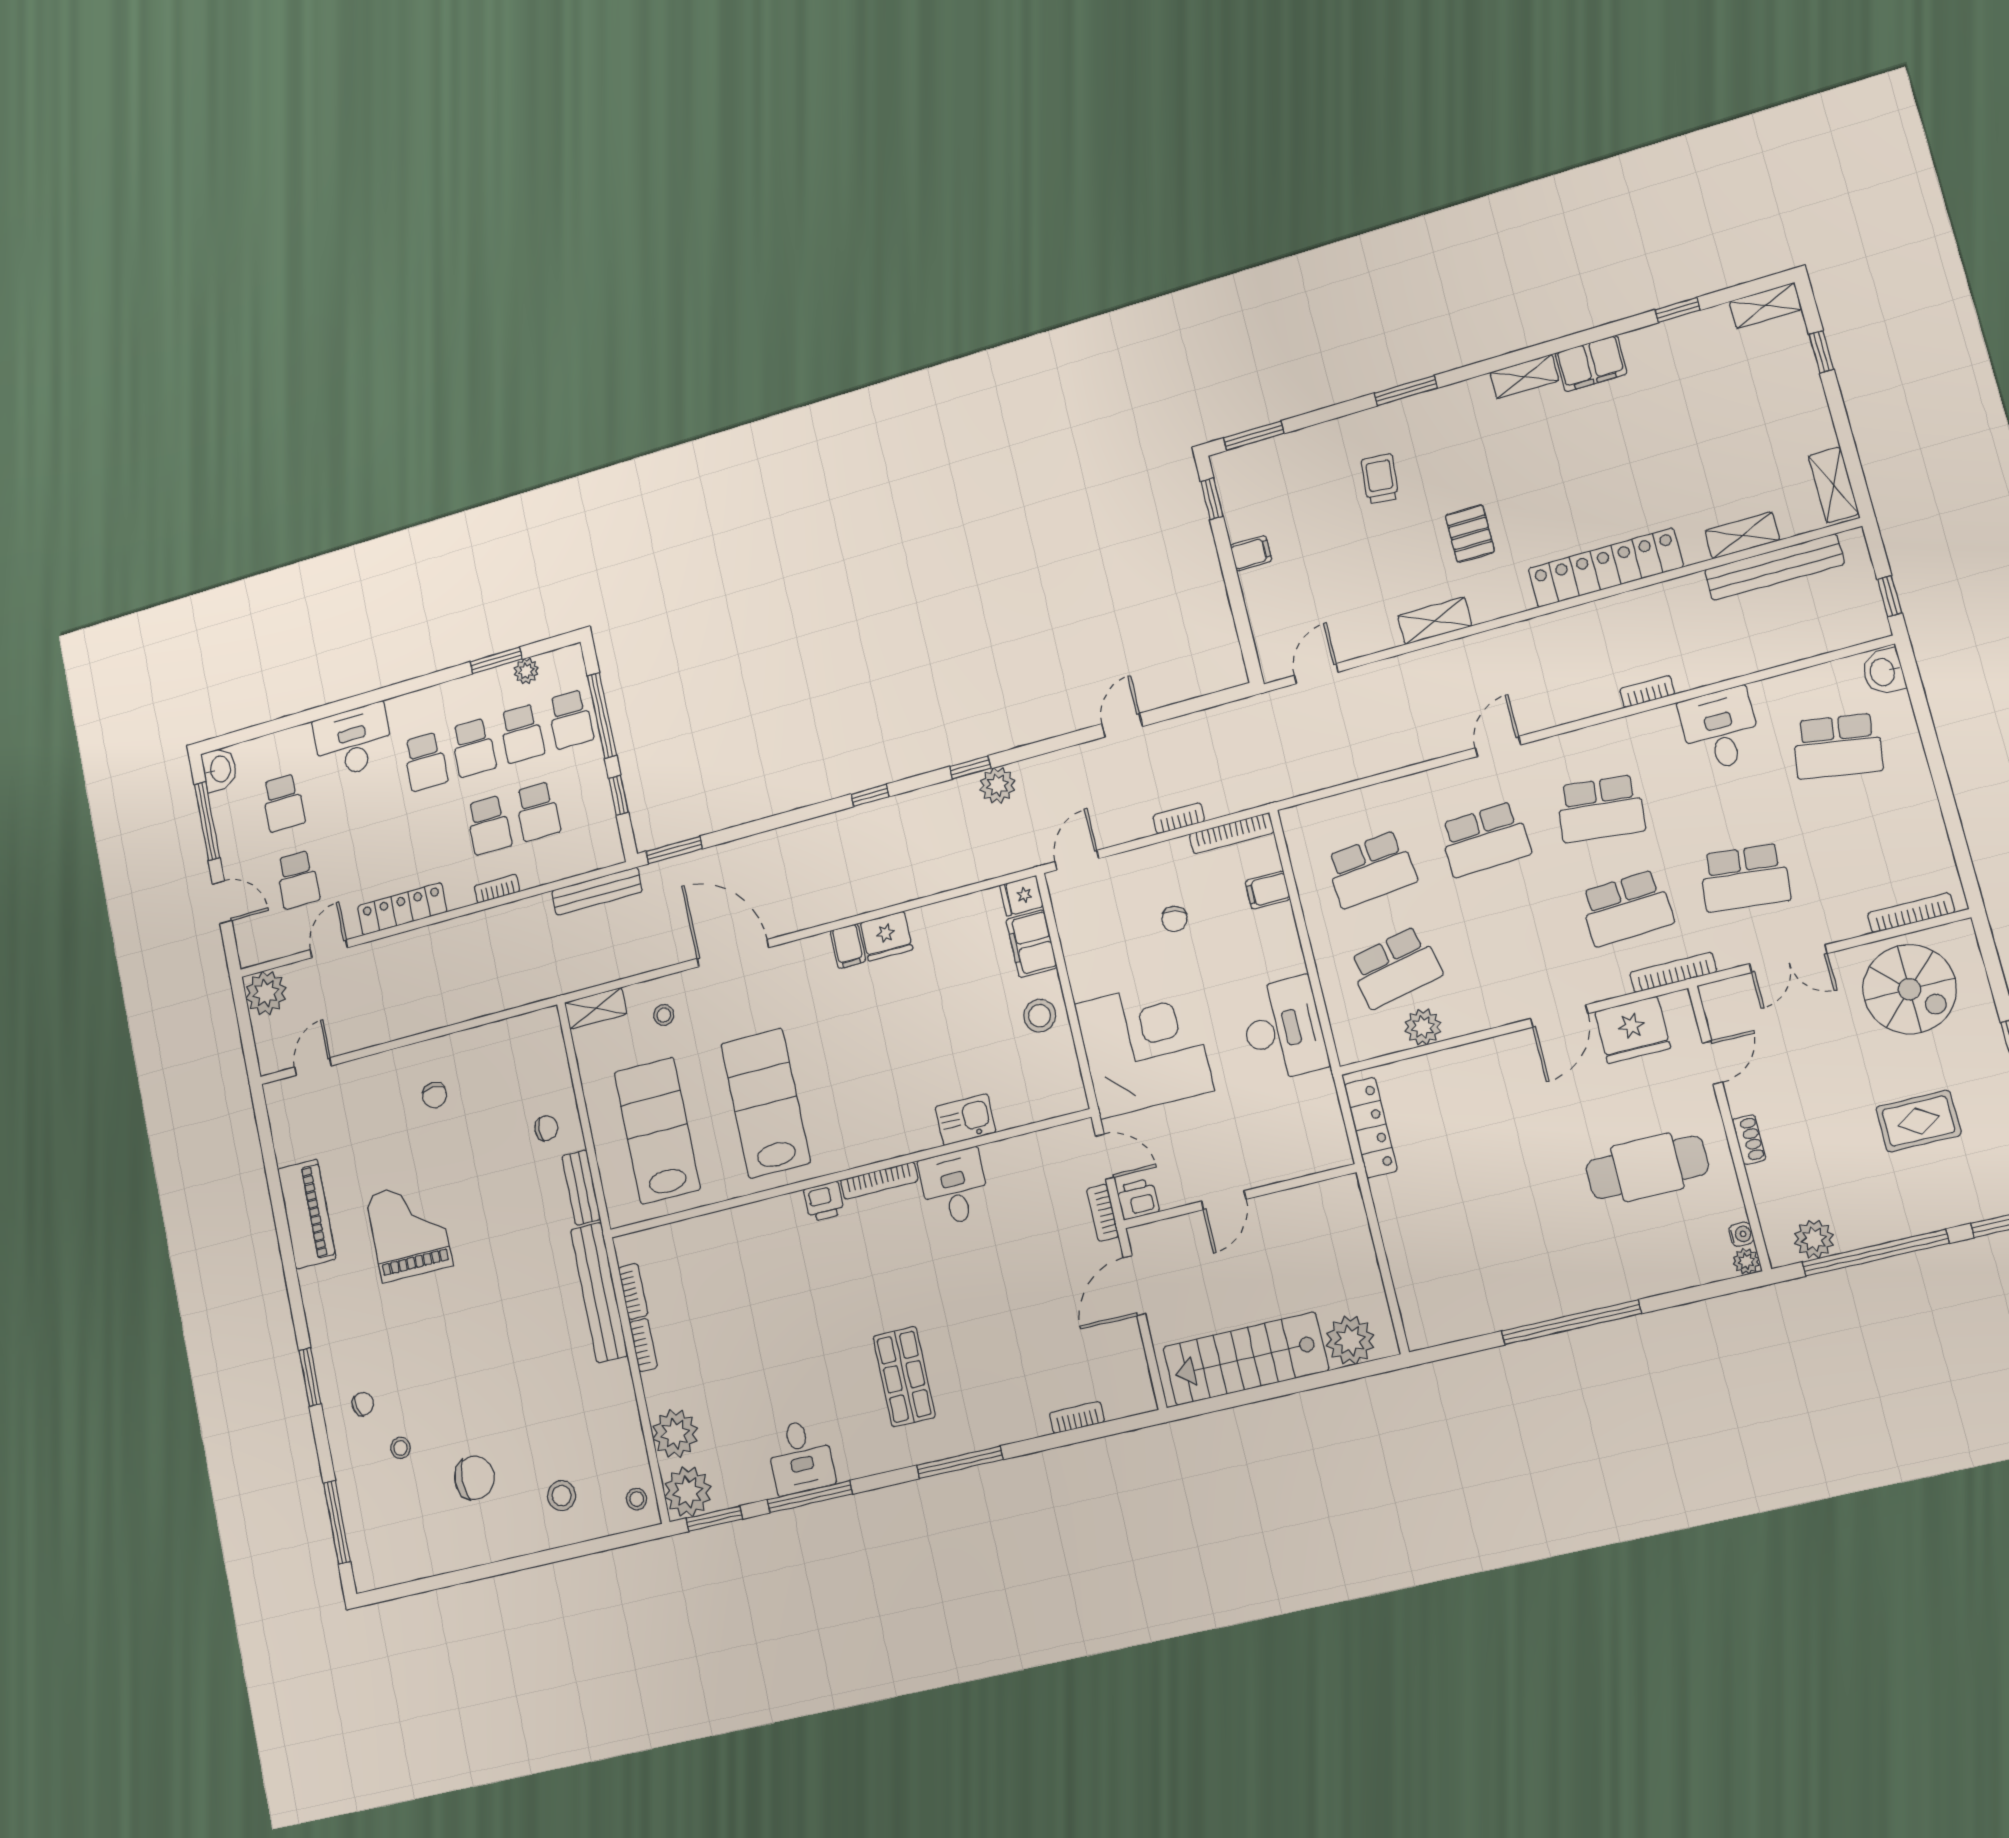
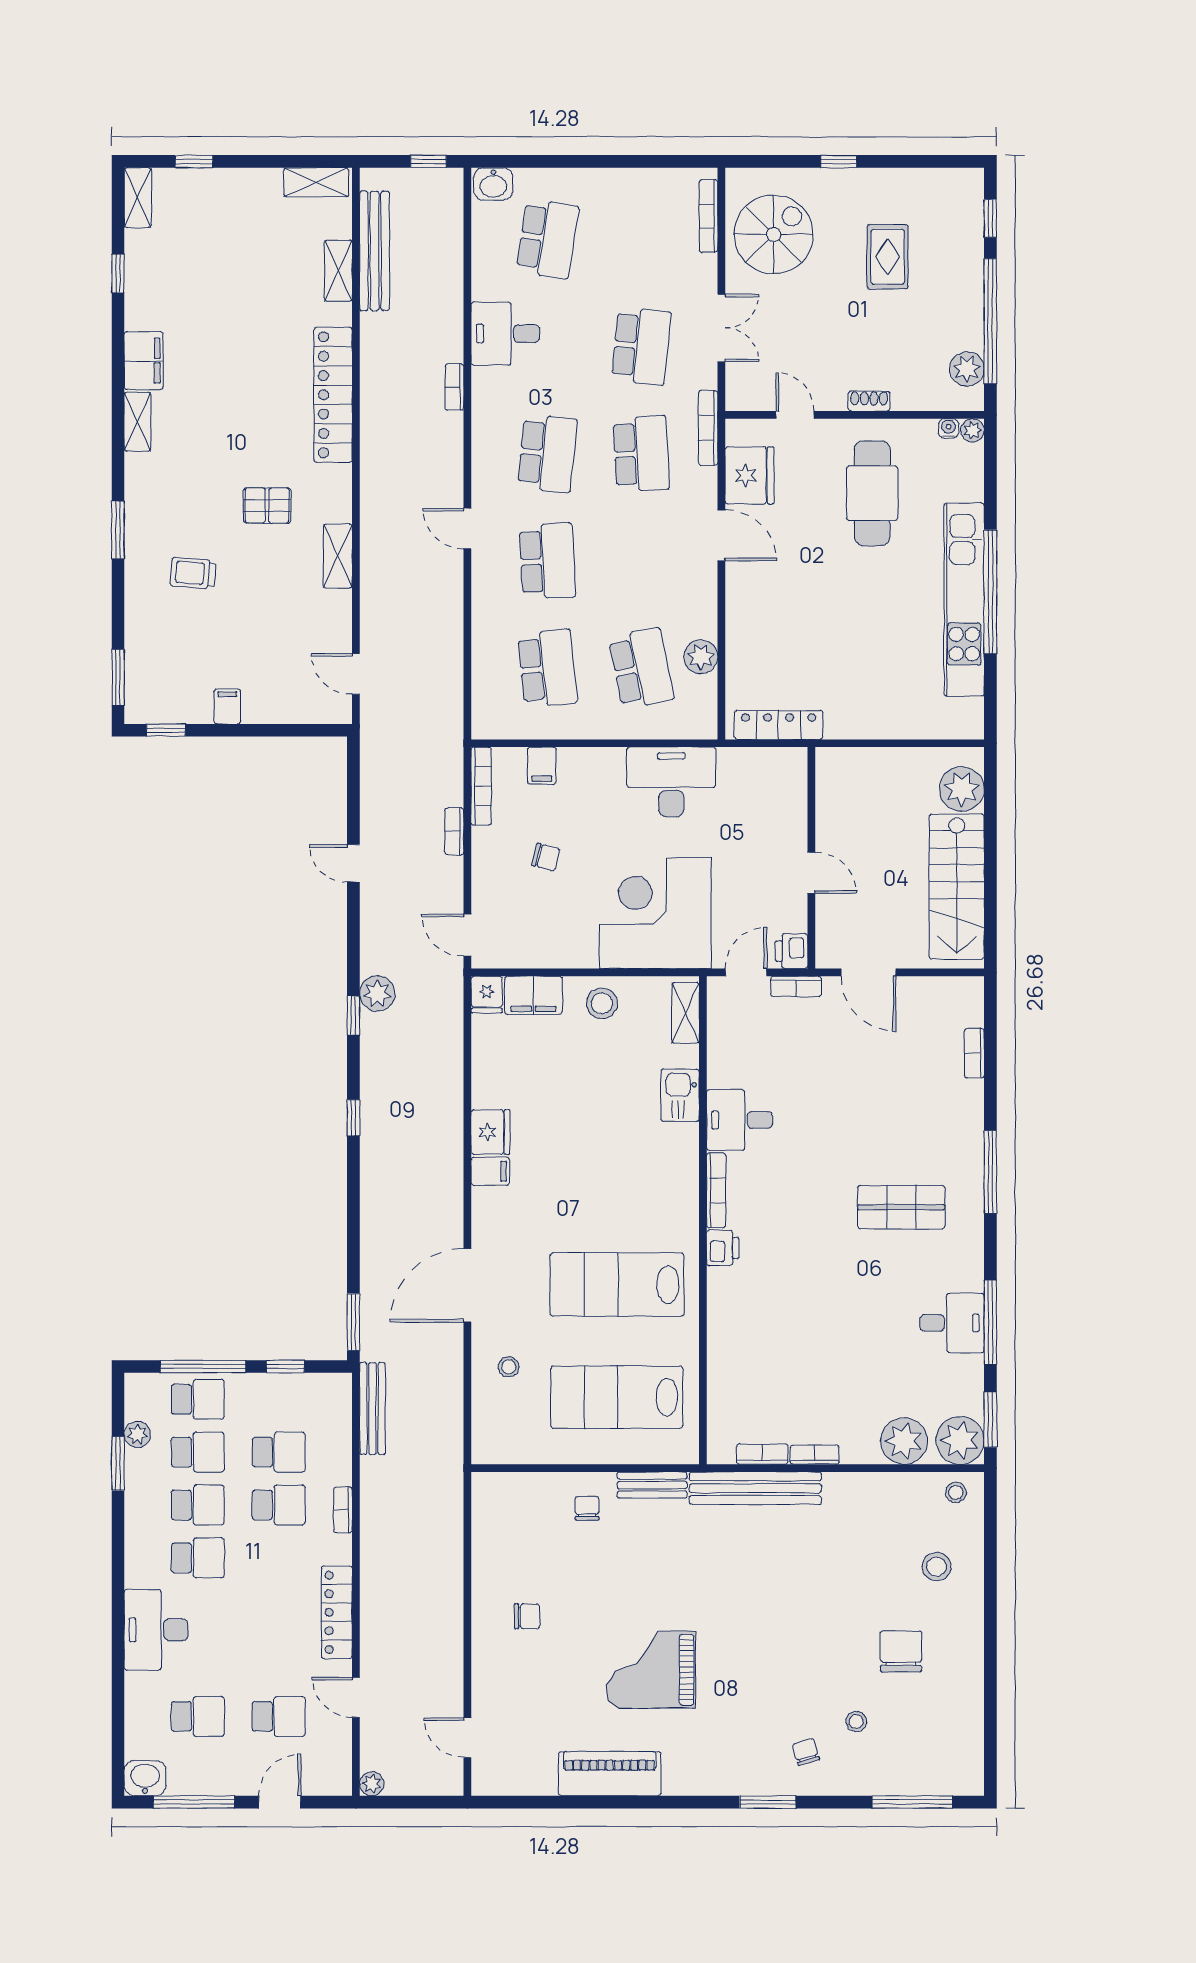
plant: (266, 993) -> (372, 1784), width x0.53, depth x0.53
shelving: (596, 1008) -> (685, 1013), moved
kitchen unit: (1556, 1296) -> (964, 600), added

